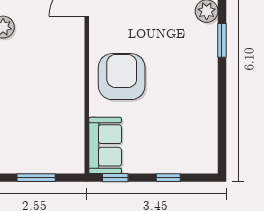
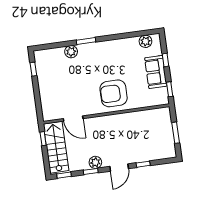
sofa: (105, 145) -> (156, 72), moved, turned -90
plant: (207, 147) -> (145, 41), added

